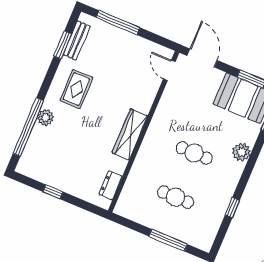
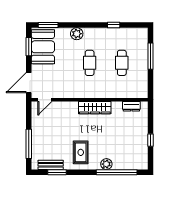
rug: (76, 89) -> (81, 152), turned 90

